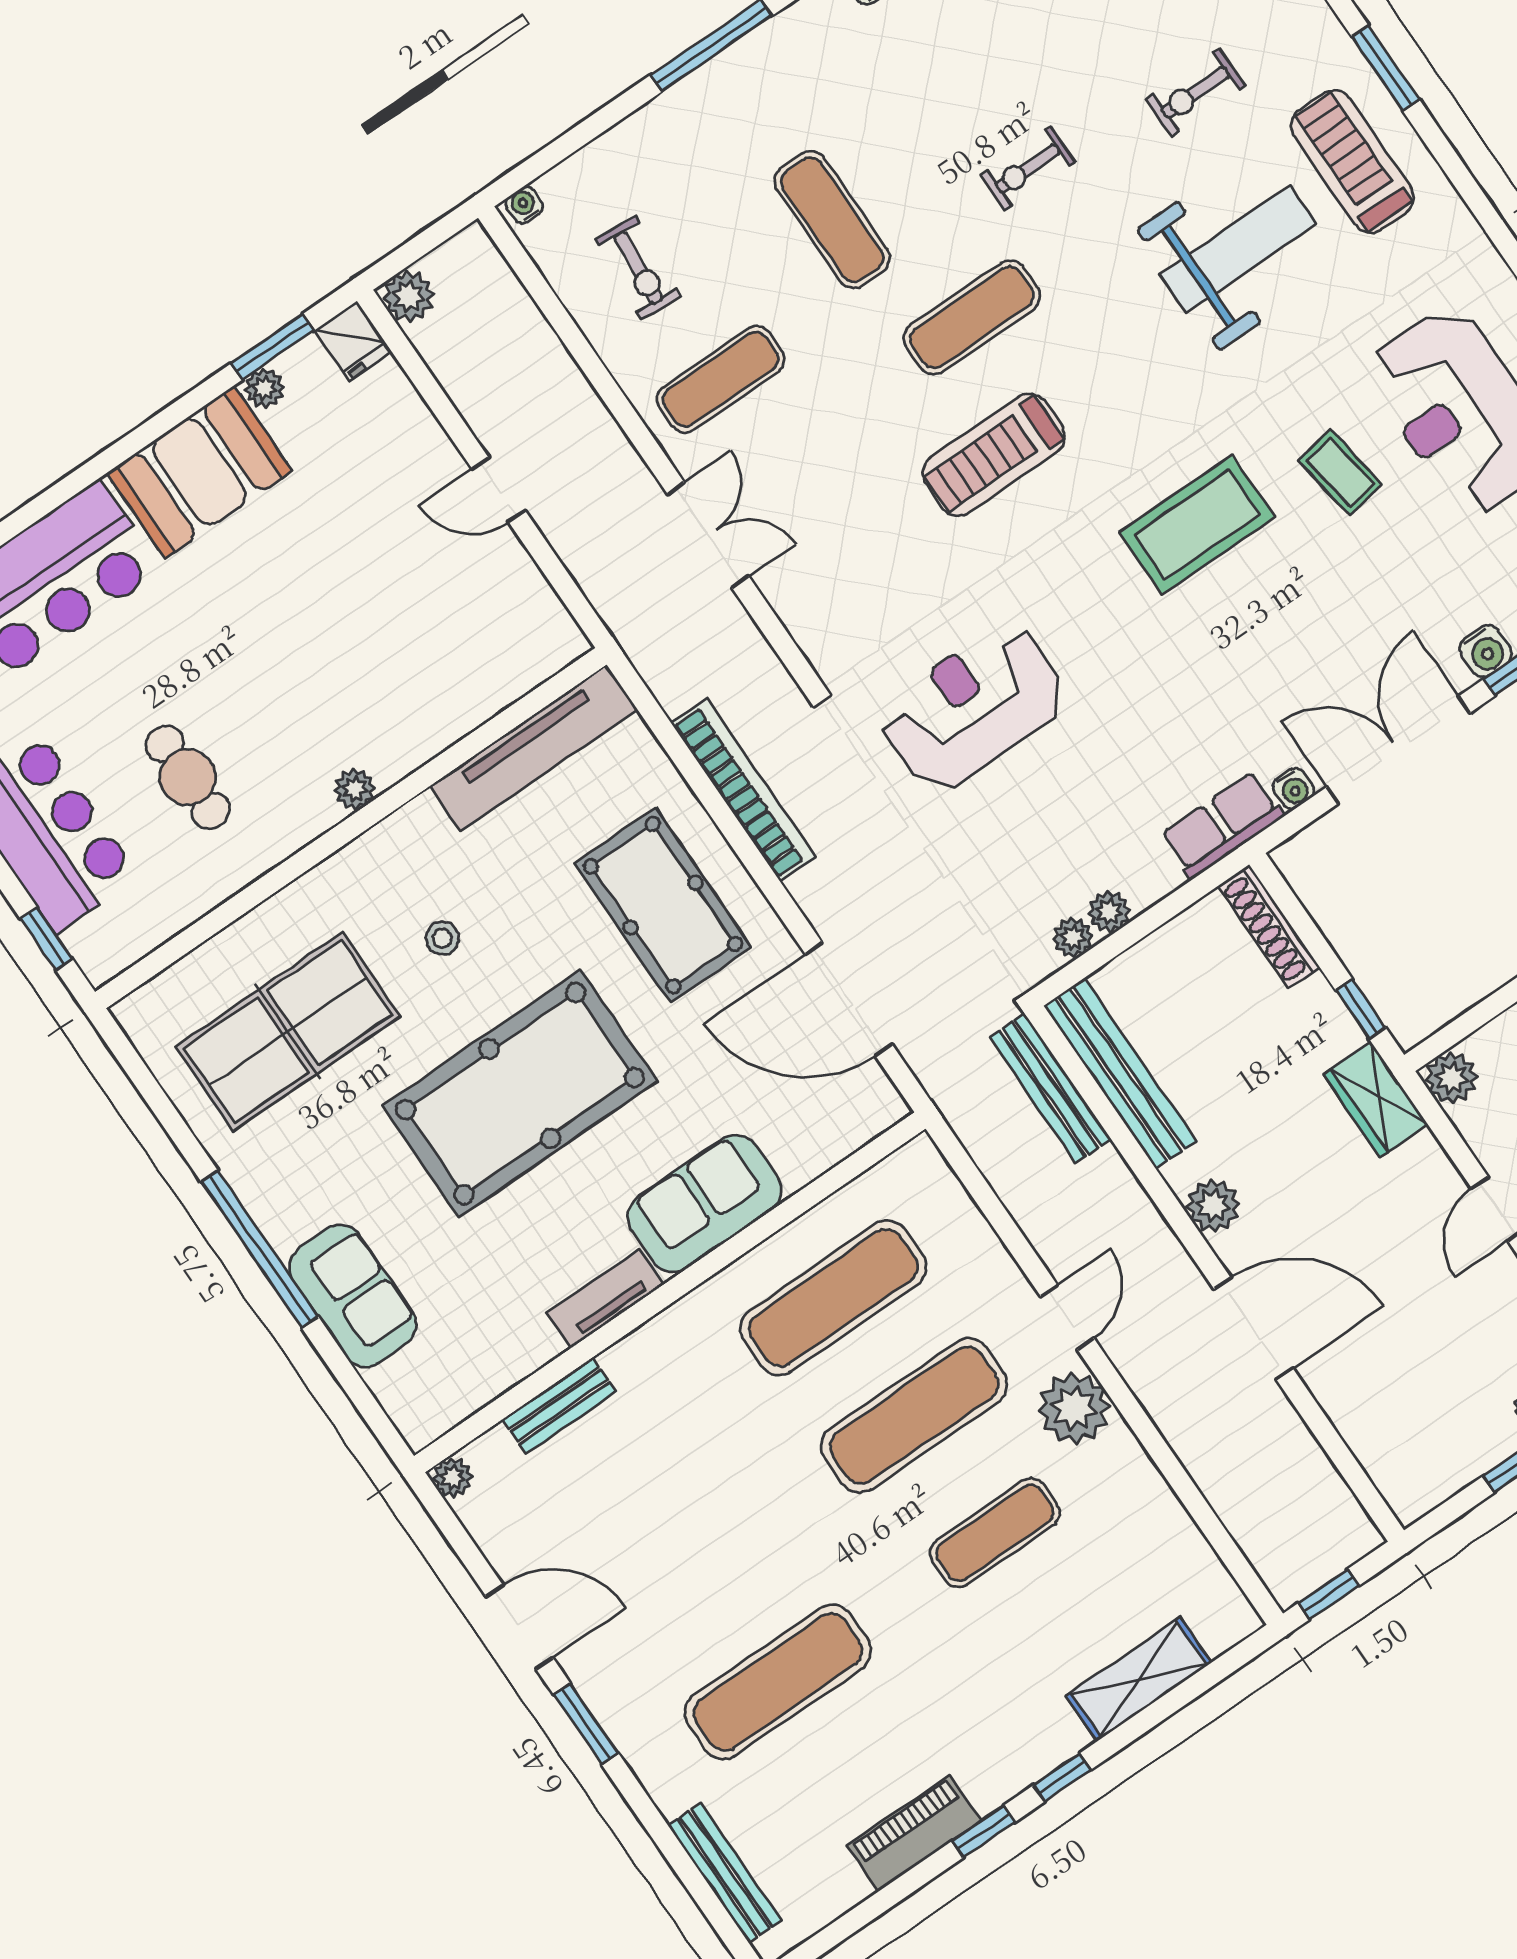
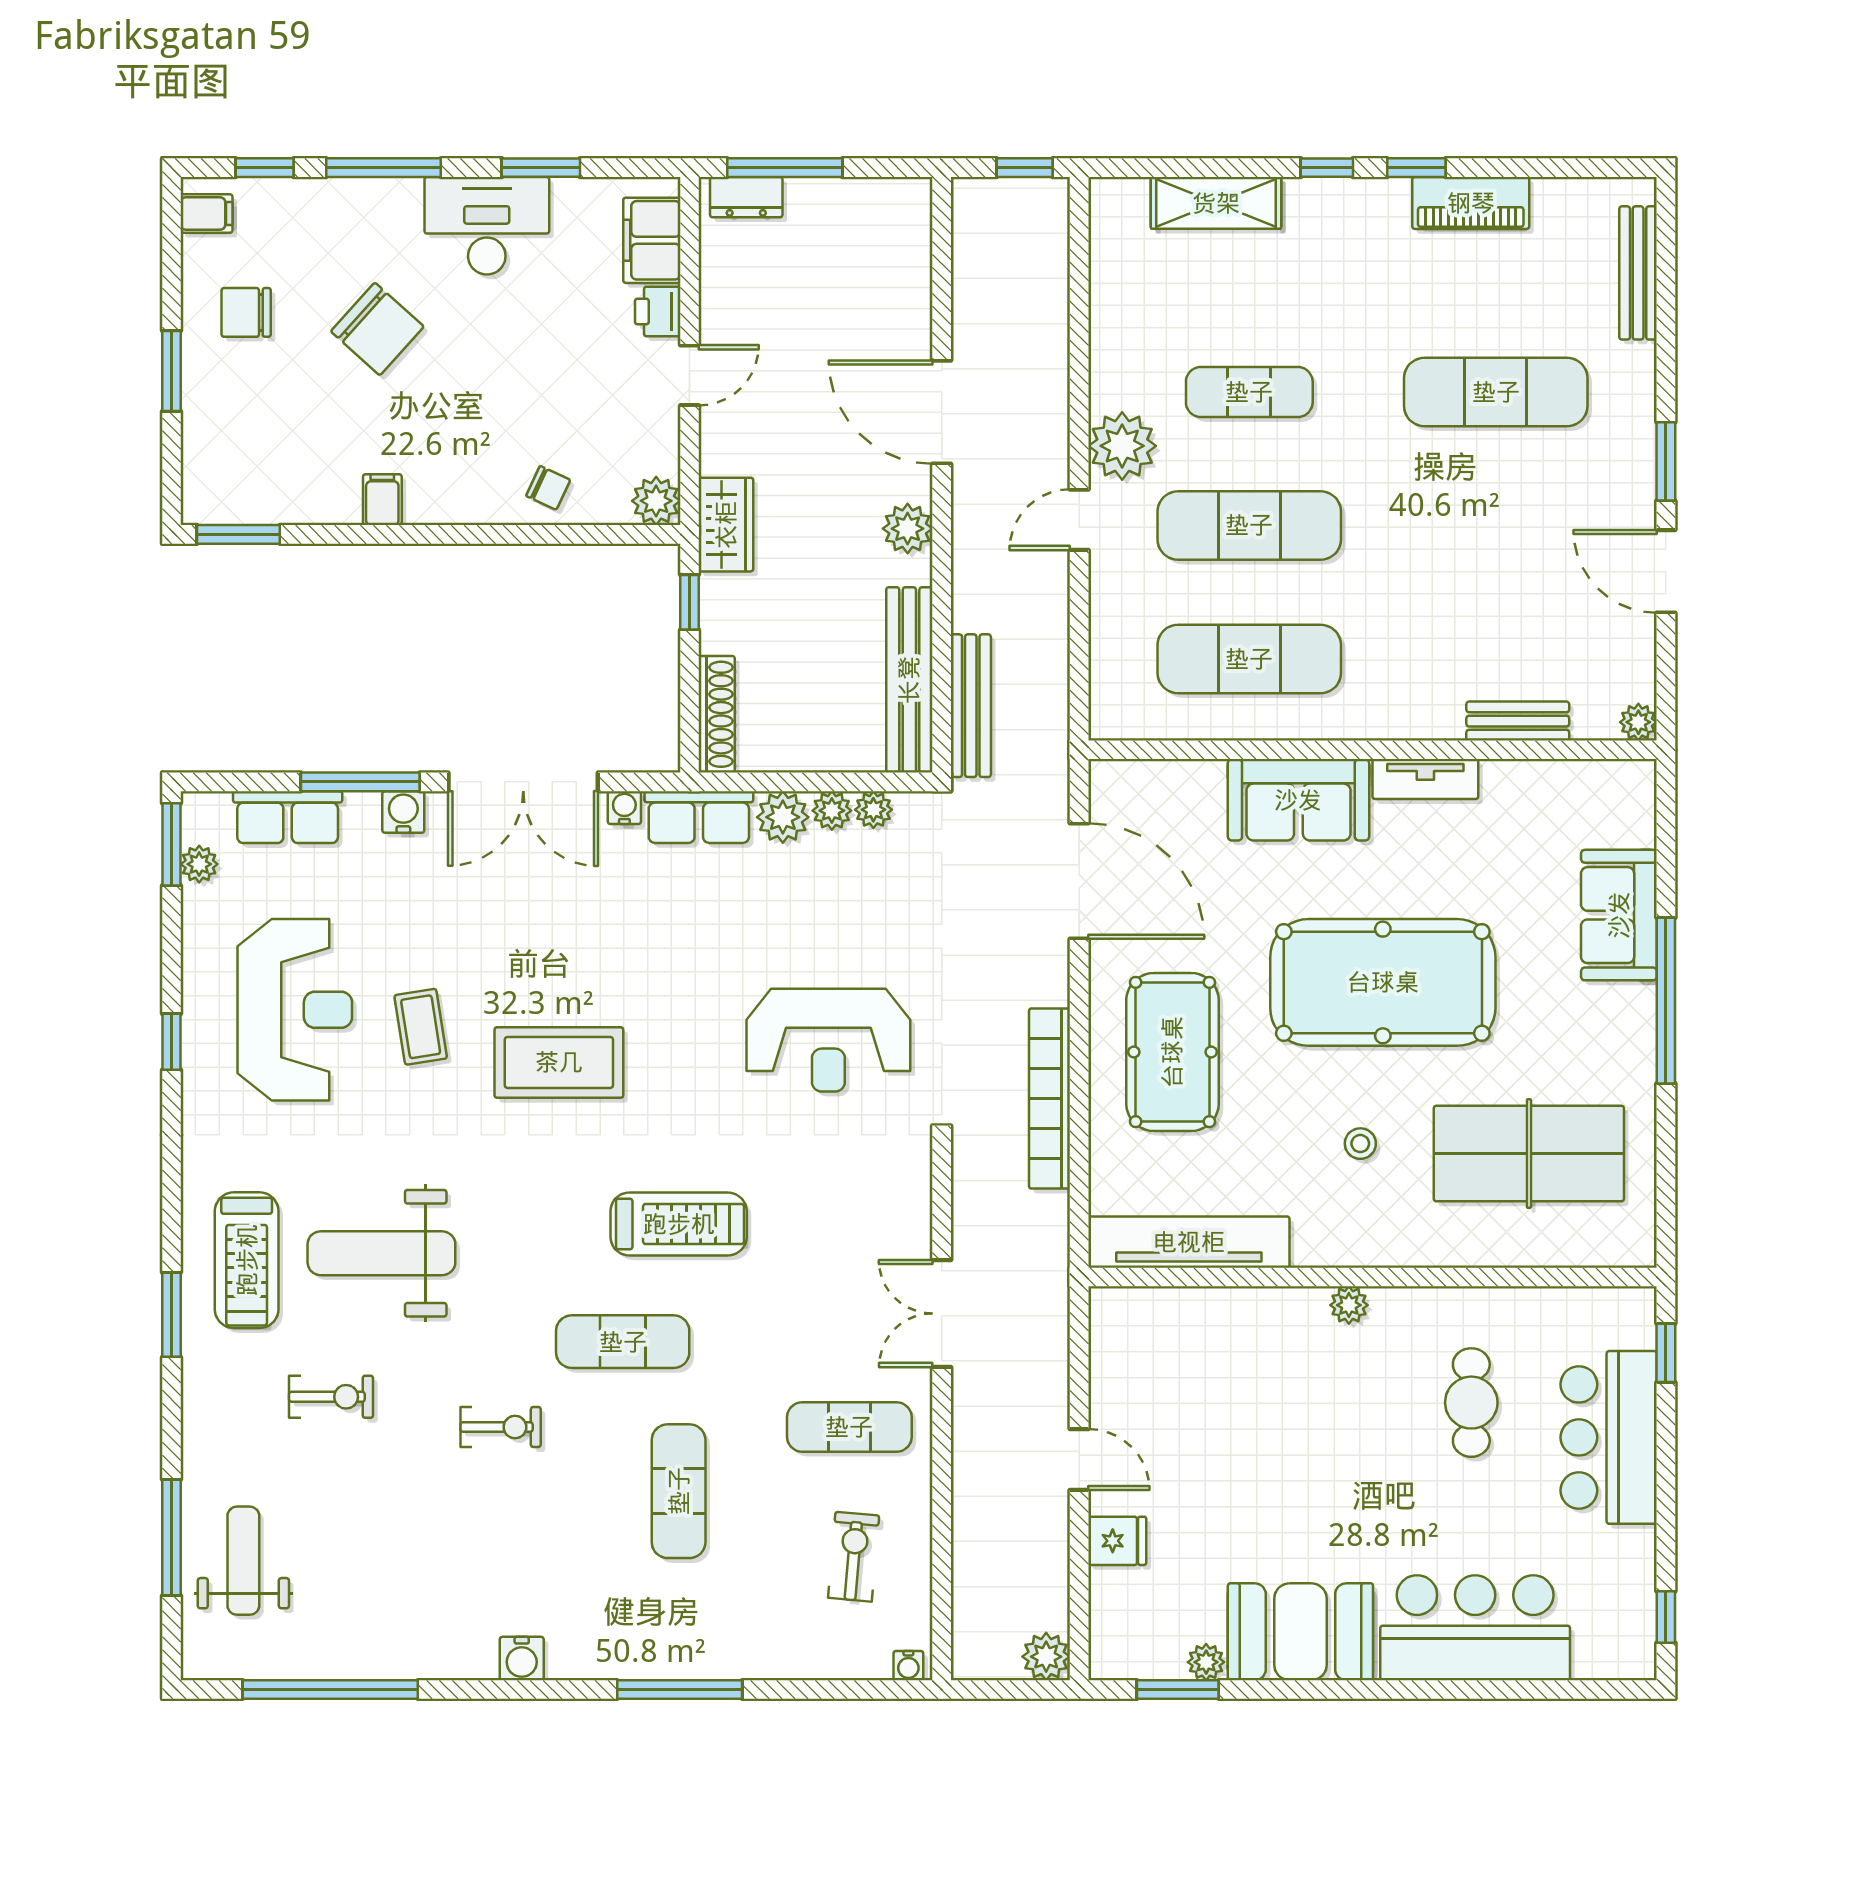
fridge: (353, 341) -> (1117, 1541), moved, turned 90
plant: (1148, 876) -> (783, 817), added

